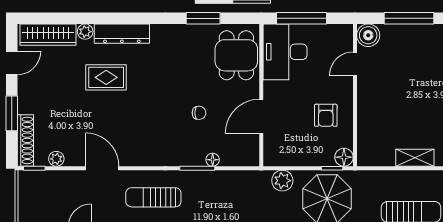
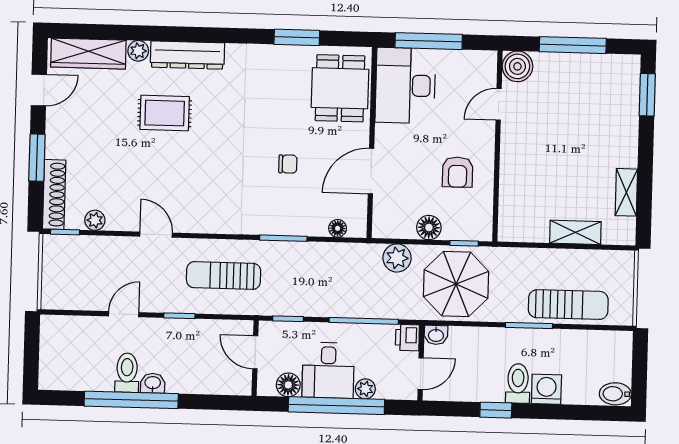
floor lamp: (344, 157) -> (429, 228), moved
floor lamp: (213, 160) -> (338, 228), moved
door: (102, 168) -> (156, 235), width x0.73

